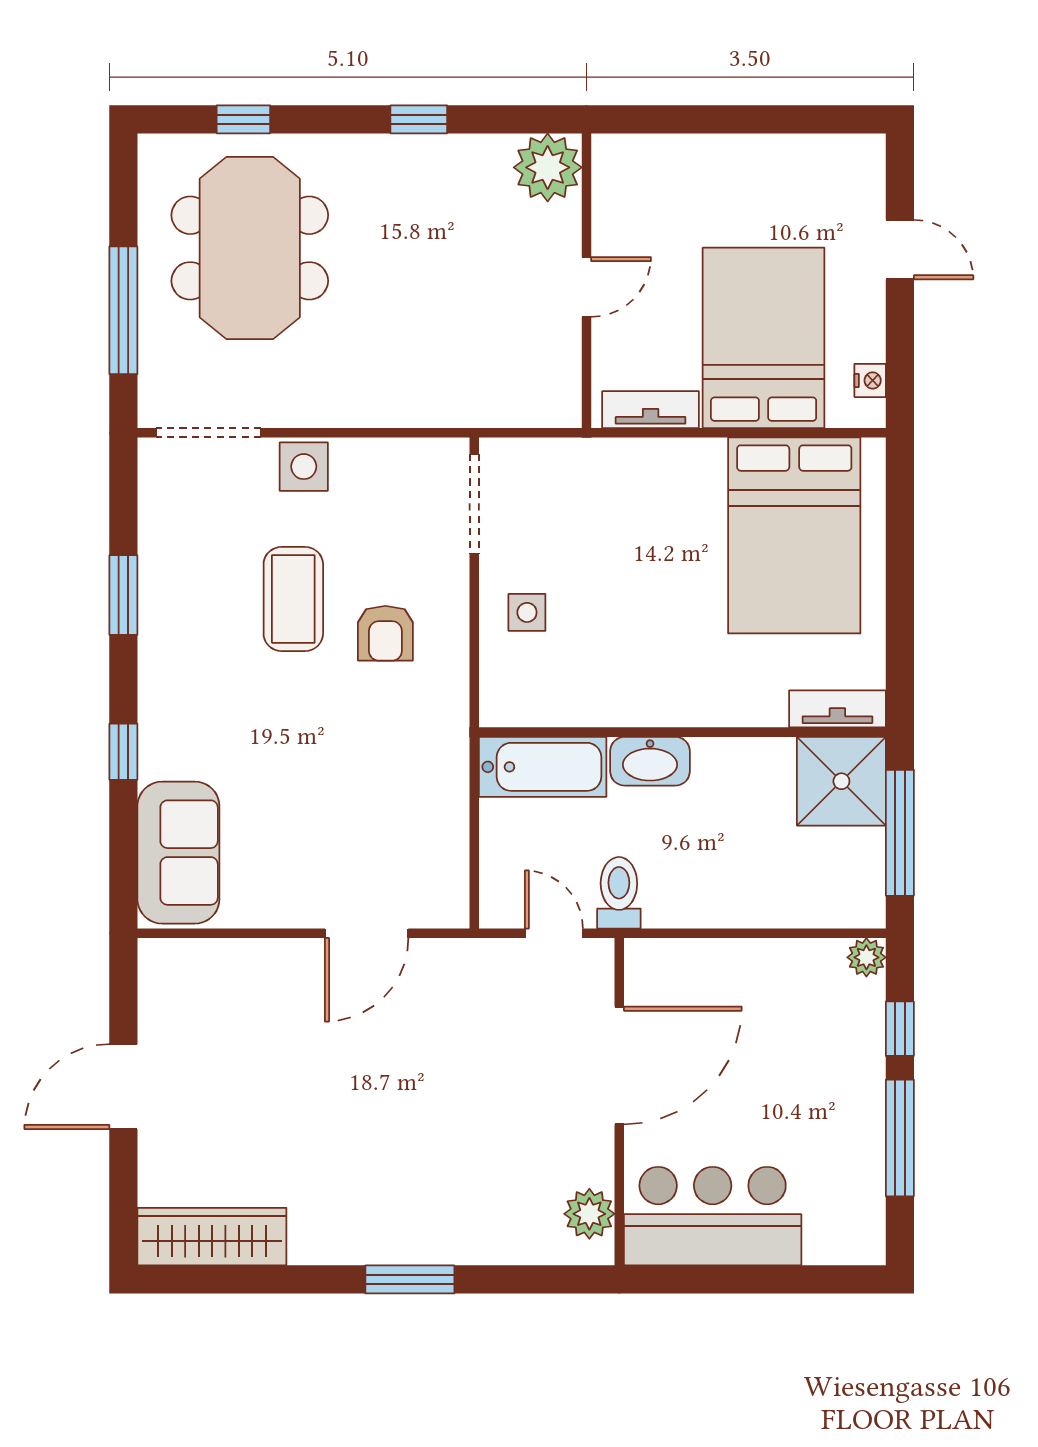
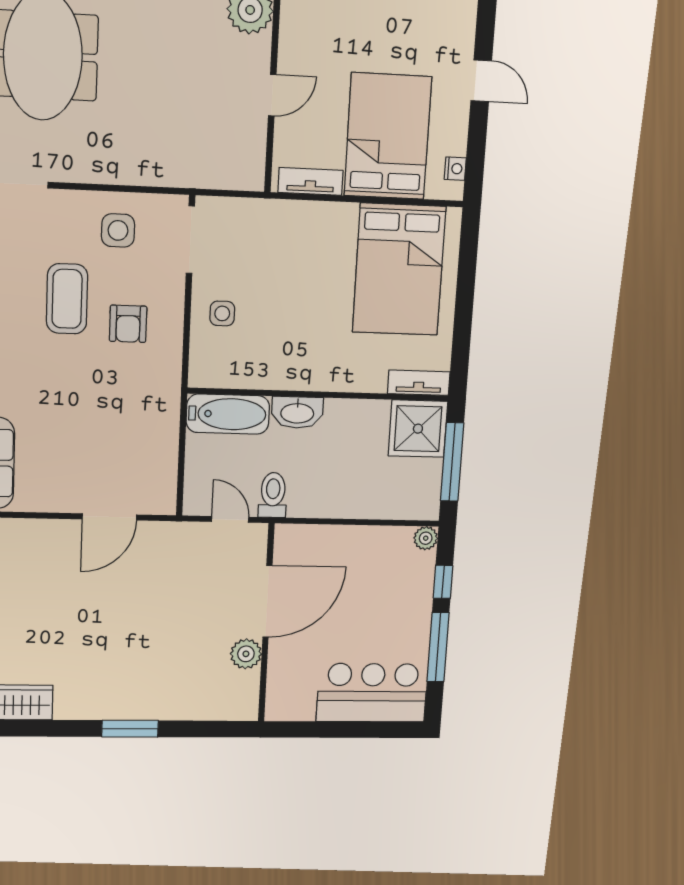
side table: (304, 467) -> (118, 230), moved
plant: (589, 1214) -> (246, 654), moved
bar counter: (713, 1216) -> (372, 693), moved

